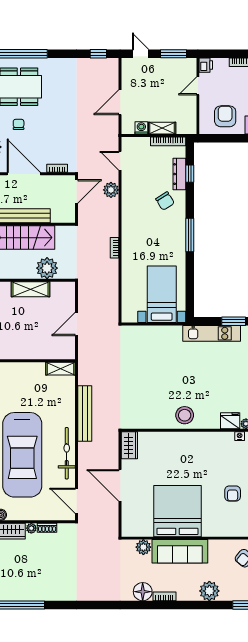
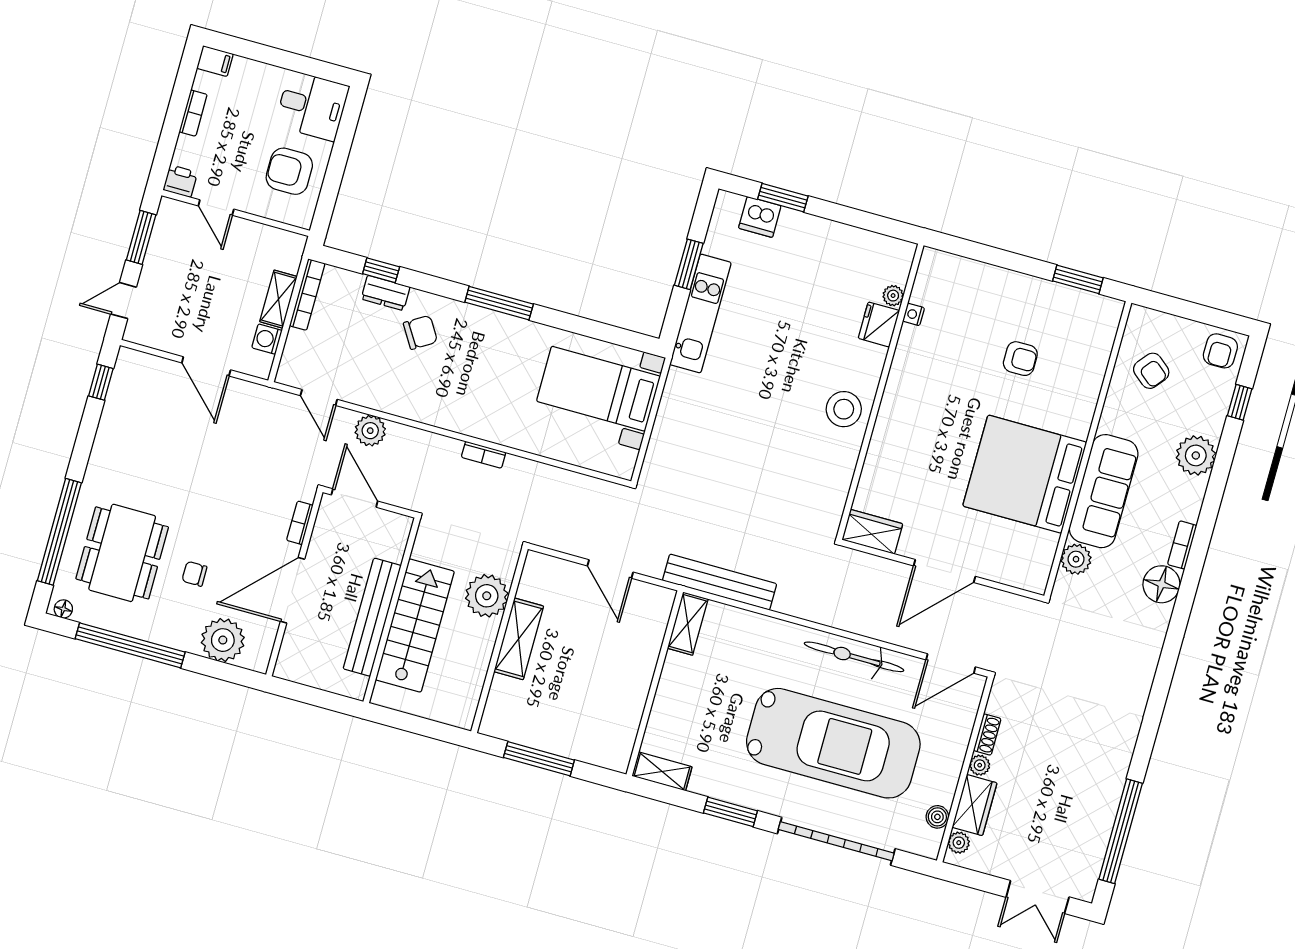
door: (120, 161) -> (319, 398), hinge flipped
dresser: (179, 174) -> (386, 293), width x0.70
bench: (85, 414) -> (720, 582), moved

